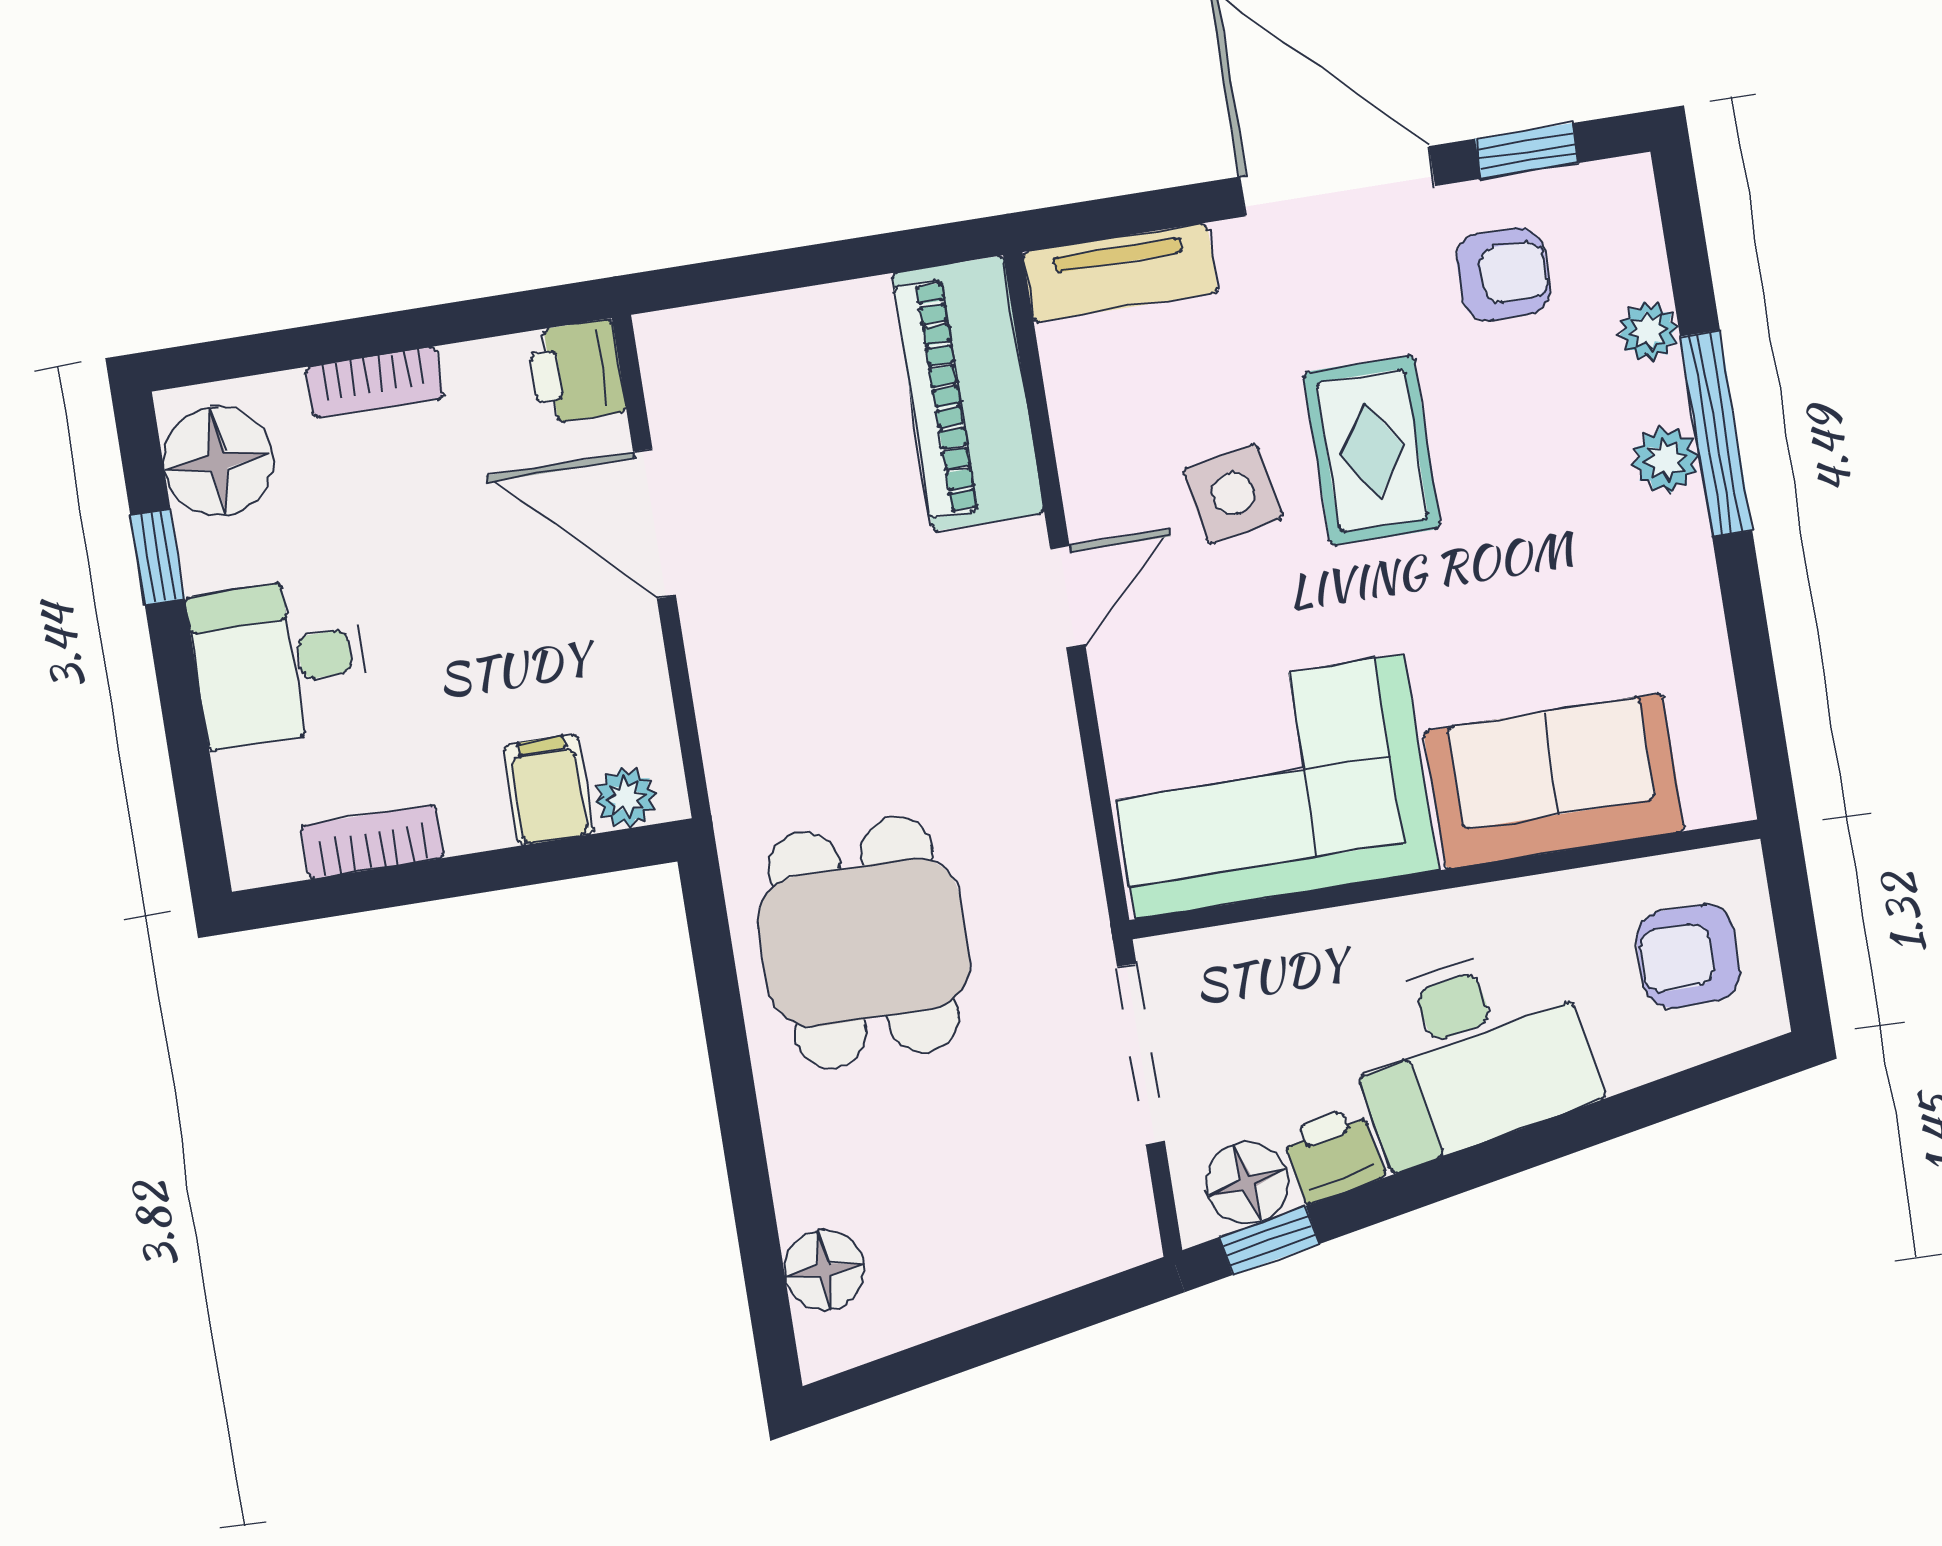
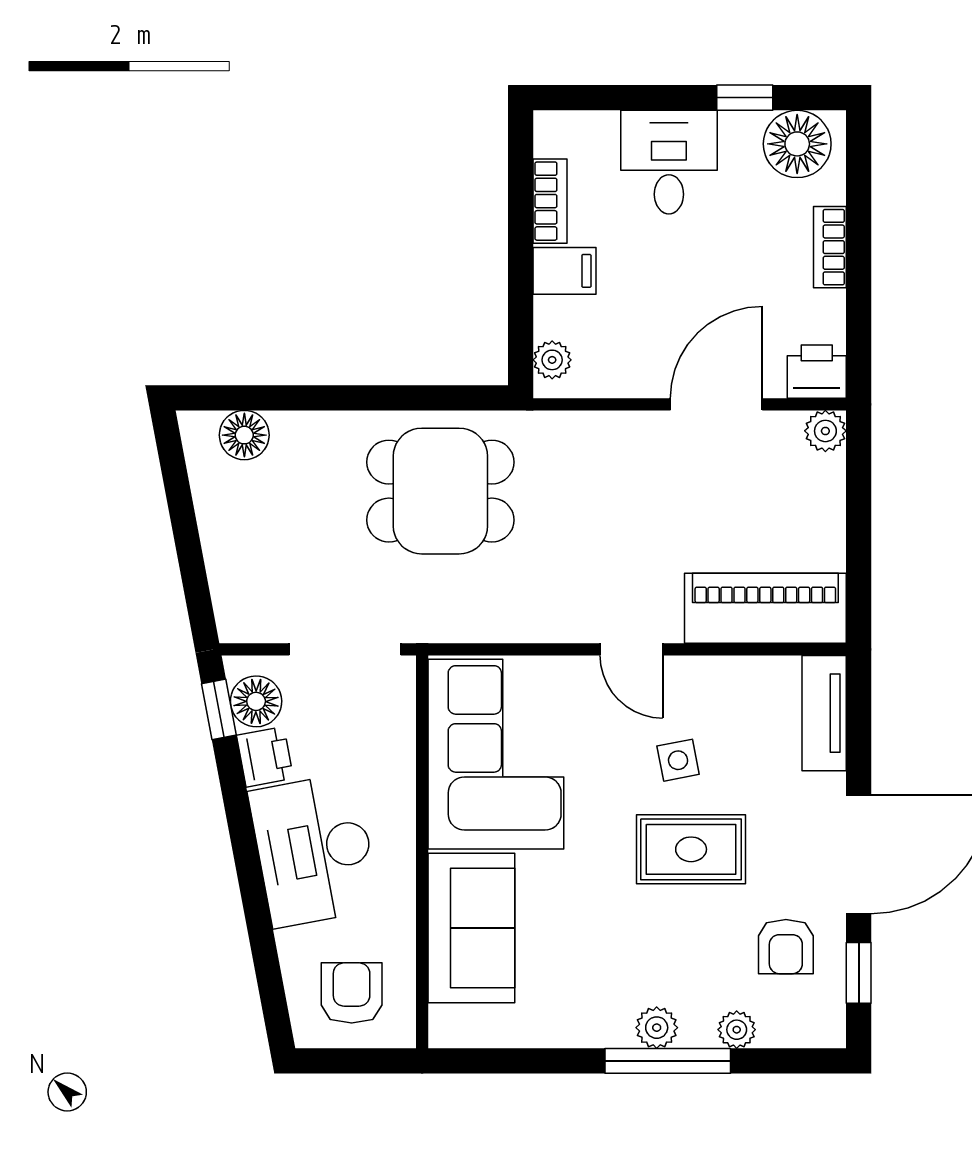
plant: (669, 343) -> (825, 431), added
side table: (1233, 494) -> (678, 760), width x0.73, depth x0.73
filing cabinet: (548, 790) -> (564, 271), moved

